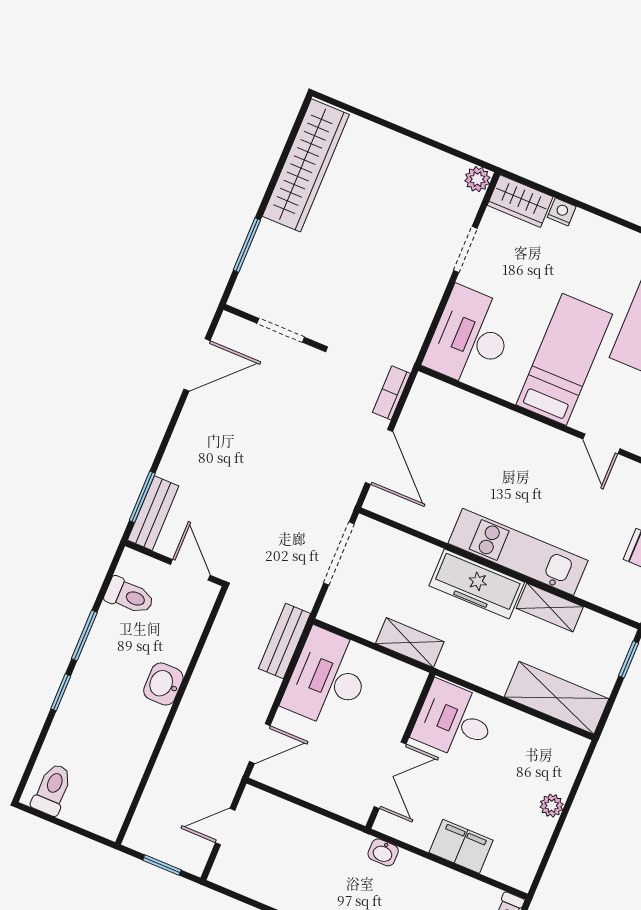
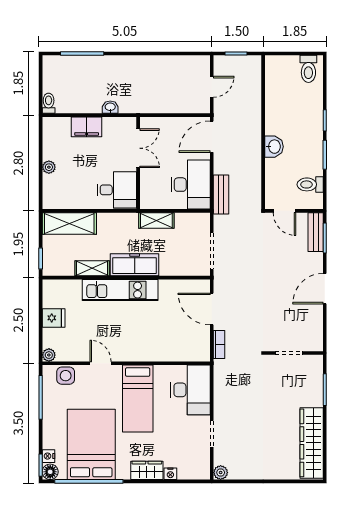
wardrobe: (520, 201) -> (147, 470), moved
door: (197, 365) -> (325, 289), moved
door: (260, 744) -> (212, 137), width x1.38
double door: (390, 775) -> (138, 148), swing flipped
washbasin: (383, 852) -> (110, 107), moved

